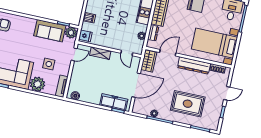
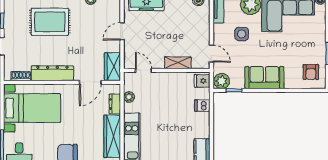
sofa: (50, 31) -> (264, 78), moved
door: (74, 54) -> (211, 54), swing flipped
door: (136, 85) -> (122, 31), width x0.53

